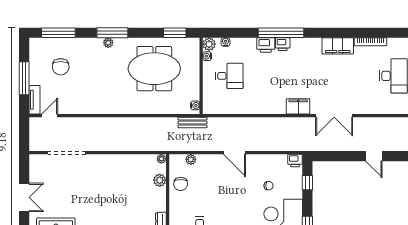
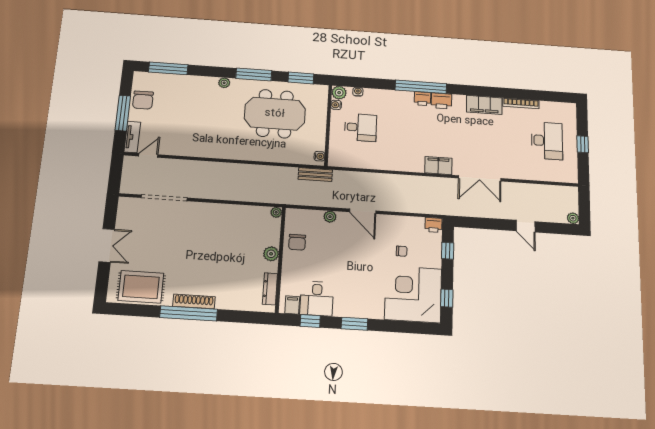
window: (112, 33) -> (254, 75), moved
printer: (266, 45) -> (442, 101), moved
chair: (61, 67) -> (143, 100), moved
plant: (191, 159) -> (330, 217), moved
plant: (160, 180) -> (271, 254), moved

